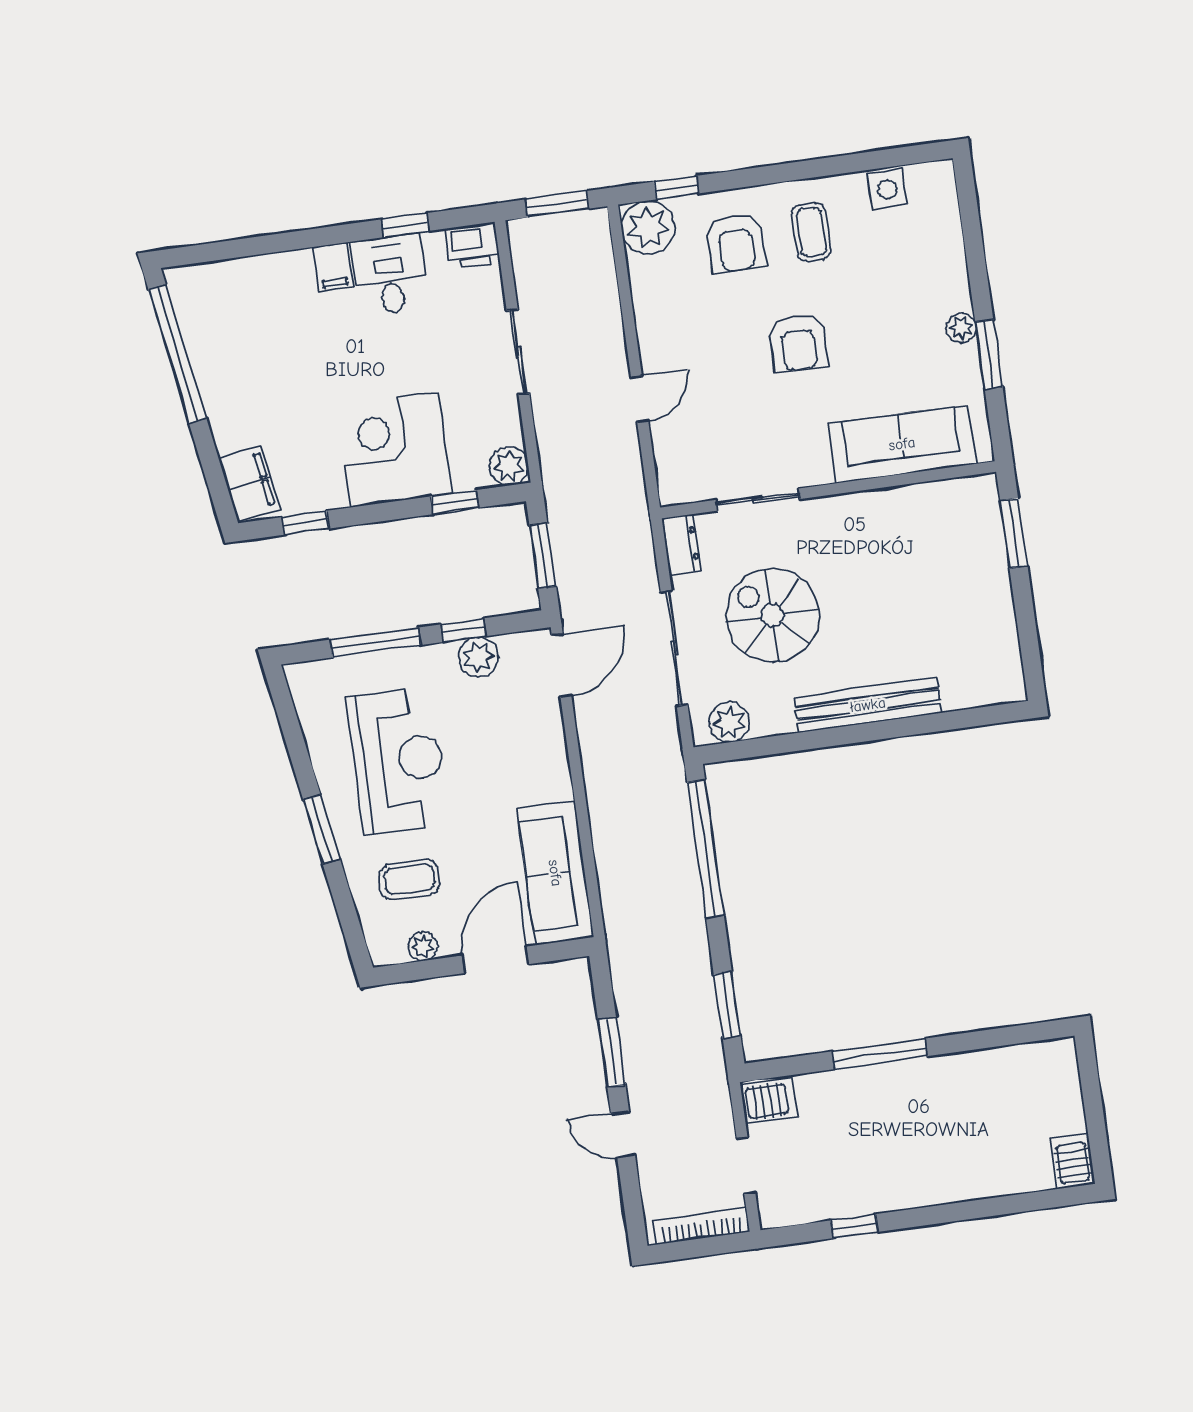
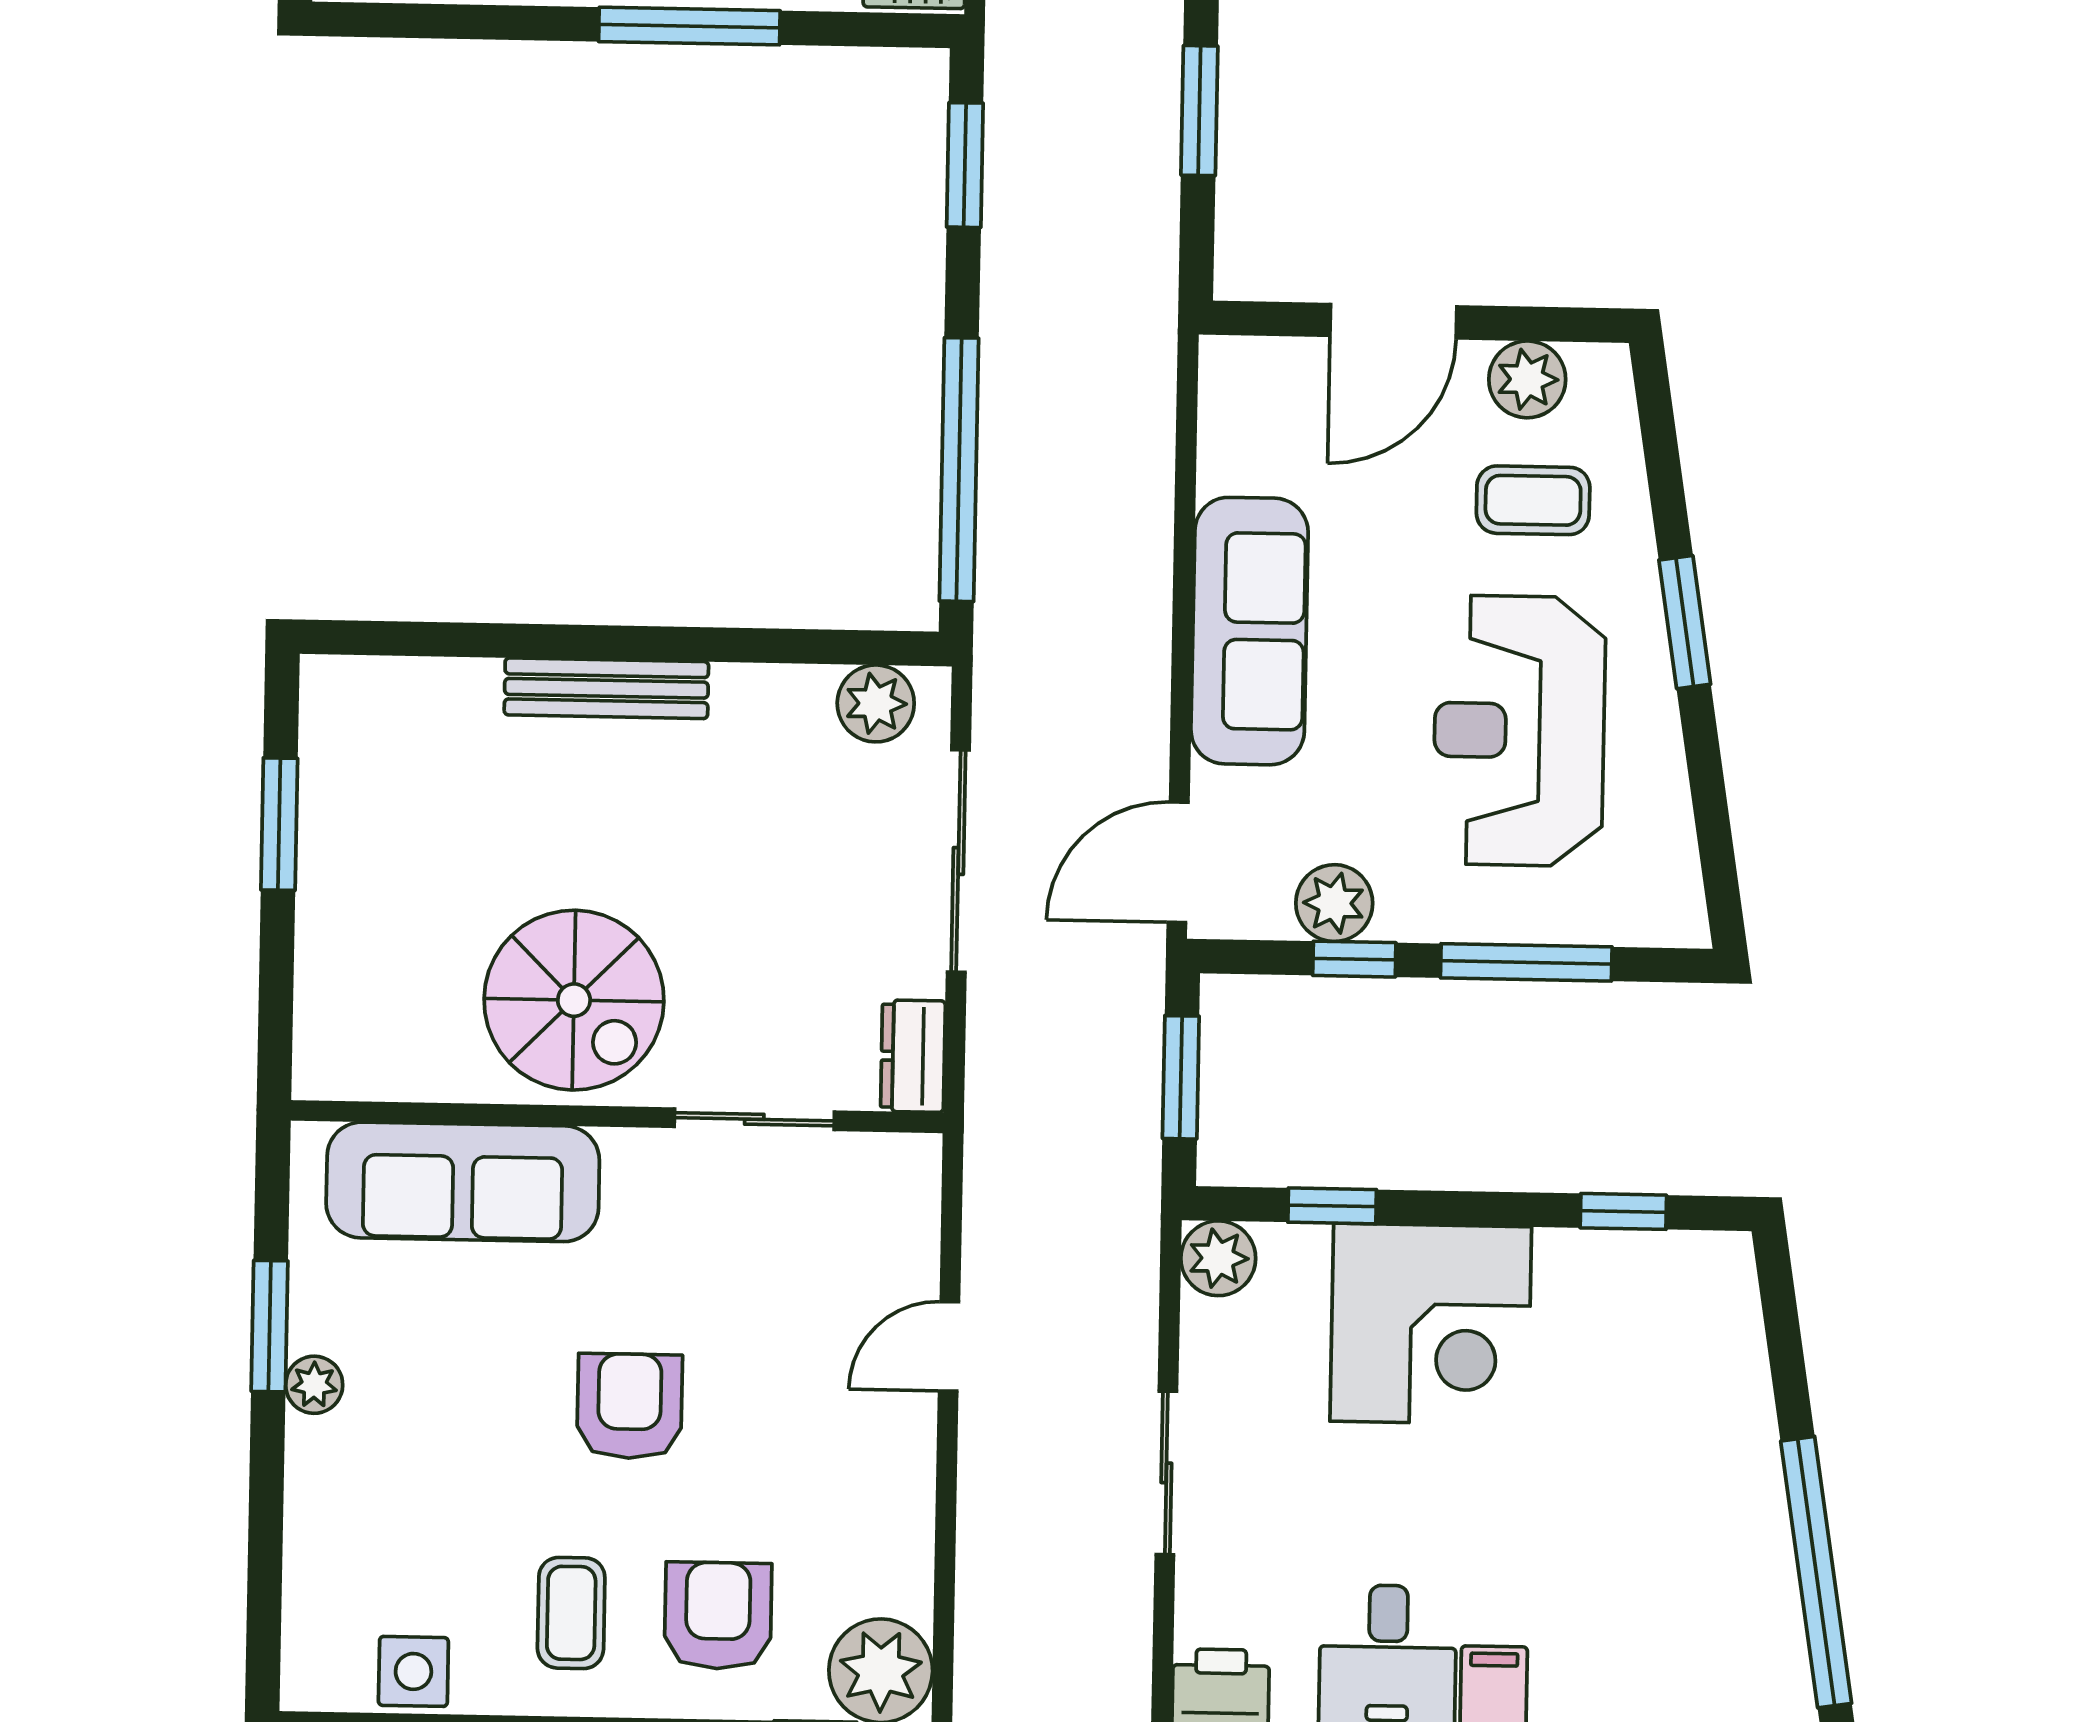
filing cabinet: (249, 483) -> (1718, 1303), removed
window: (1014, 533) -> (279, 824), moved
spiral stairs: (772, 615) -> (574, 1000), moved
bench: (868, 705) -> (606, 688), width x0.73, depth x0.82
sofa: (555, 873) -> (1250, 631), moved
plant: (423, 946) -> (1527, 379), width x1.38, depth x1.38

